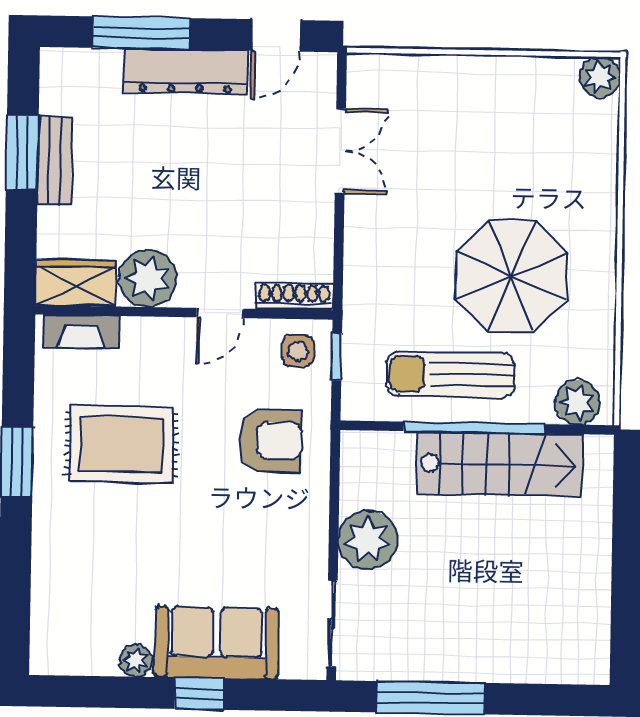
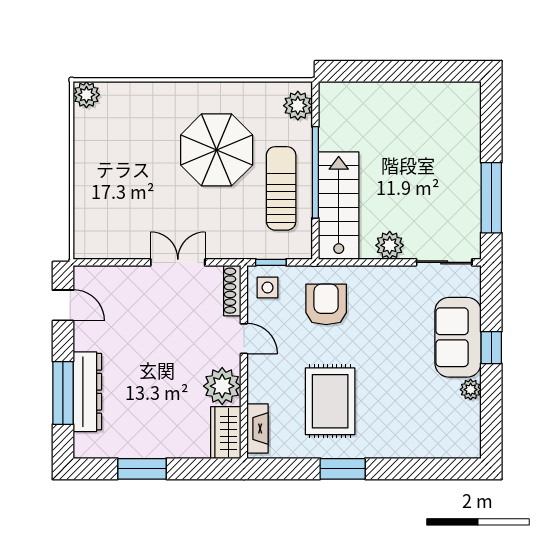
dresser: (185, 71) -> (87, 392), moved
double door: (340, 151) -> (178, 262), moved
bench: (55, 161) -> (147, 448), removed
sun lounger: (450, 374) -> (281, 188), turned 180
stairs: (499, 464) -> (339, 206), moved
plant: (368, 540) -> (390, 245), width x0.73, depth x0.73

